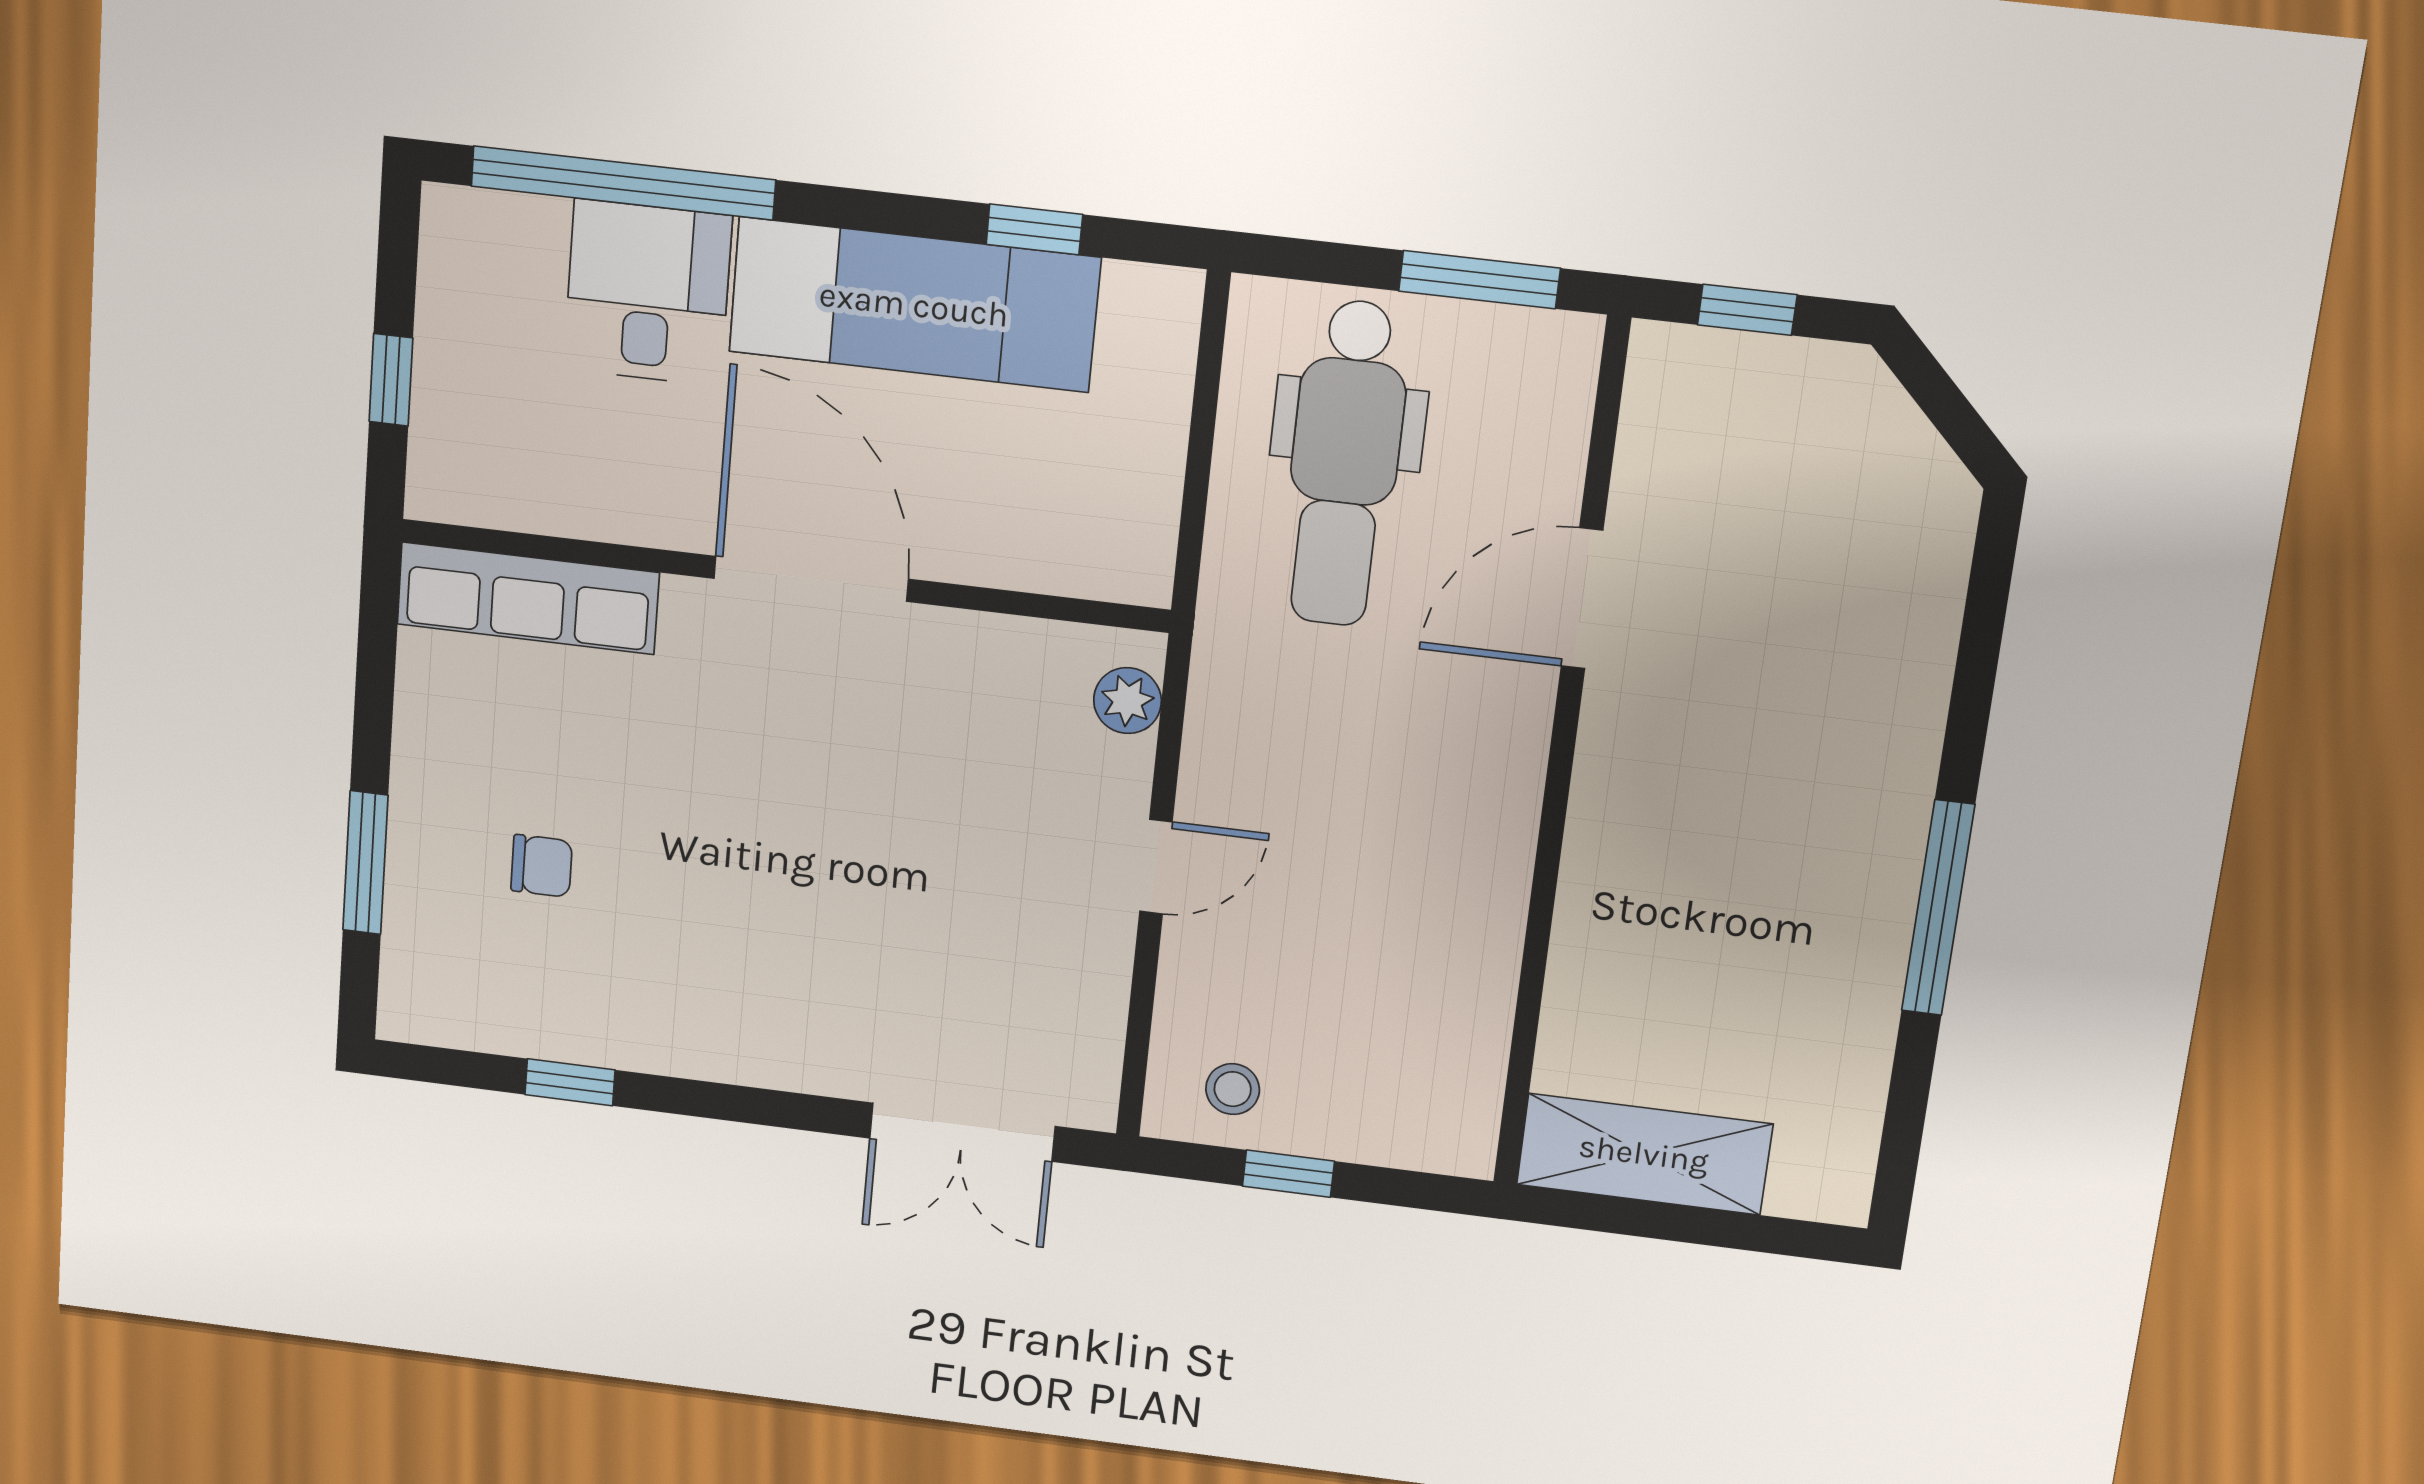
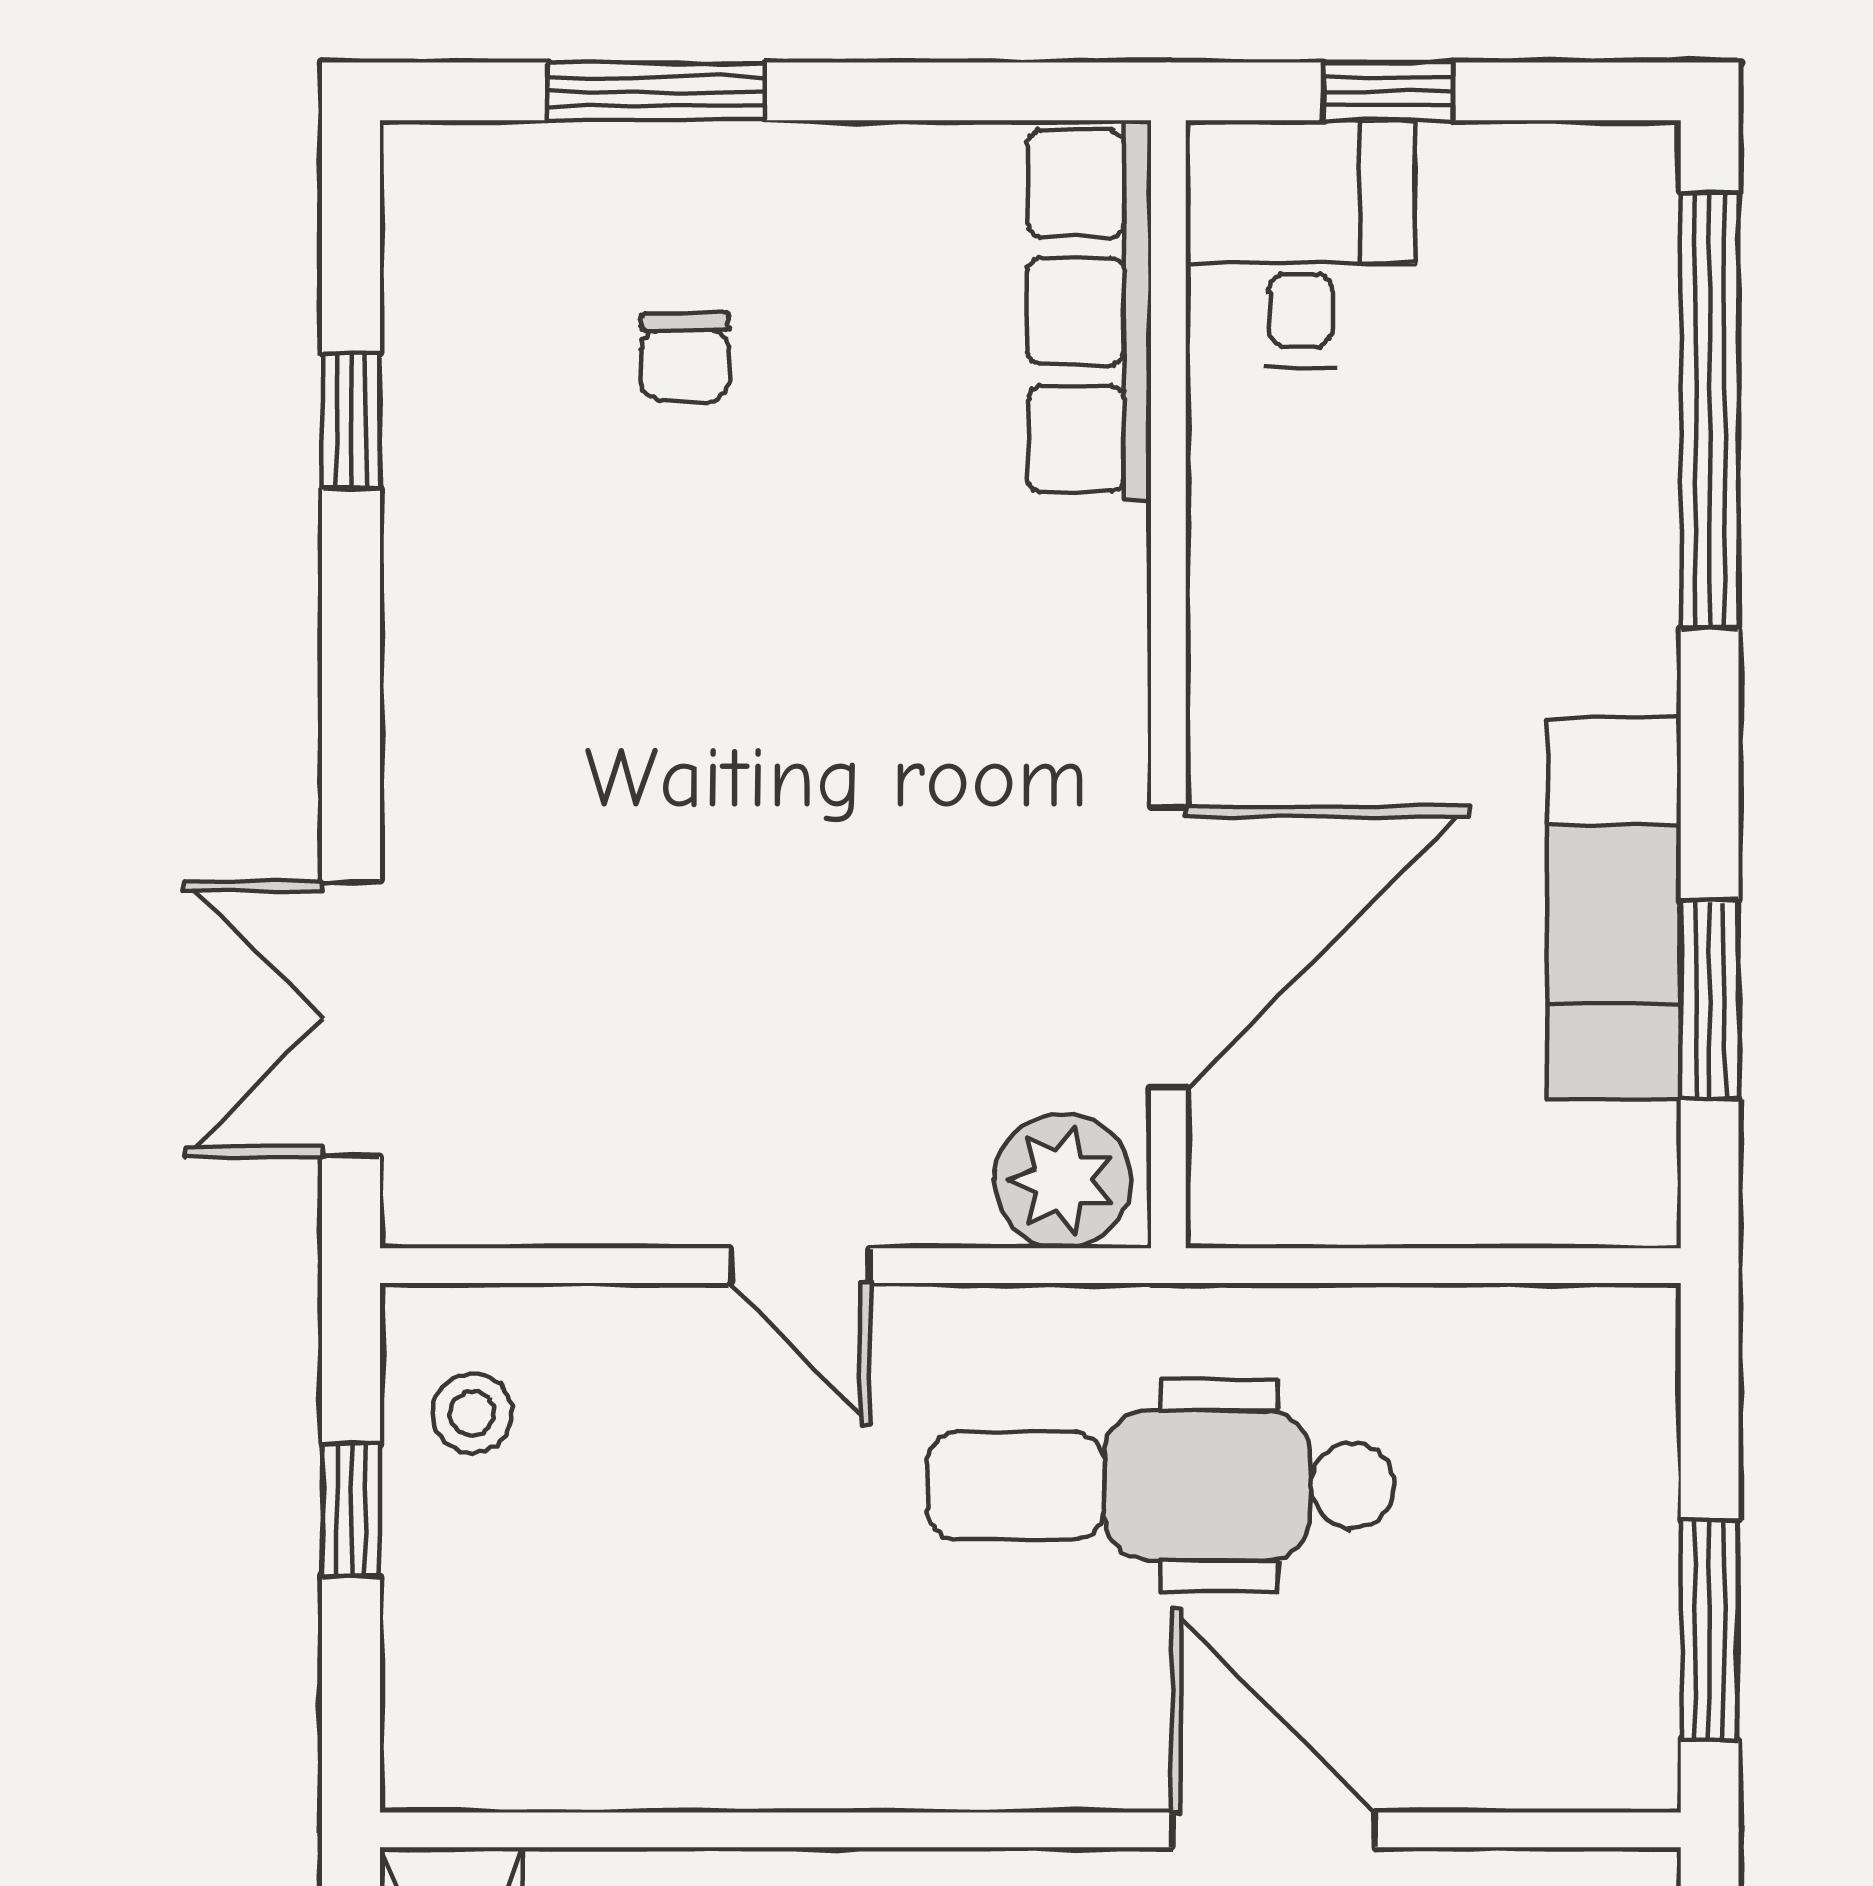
window: (1034, 229) -> (1710, 1000), width x1.50
desk: (648, 293) -> (1300, 244), moved, turned -90
exam couch: (914, 305) -> (1614, 909), width x0.73, depth x0.69
dental chair: (1344, 464) -> (1161, 1486), moved
door: (811, 579) -> (1168, 947), moved
plant: (1127, 701) -> (1062, 1181), width x1.38, depth x1.38

